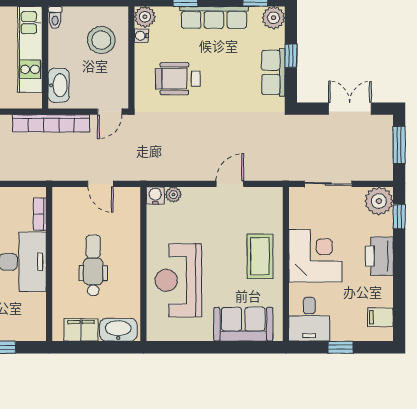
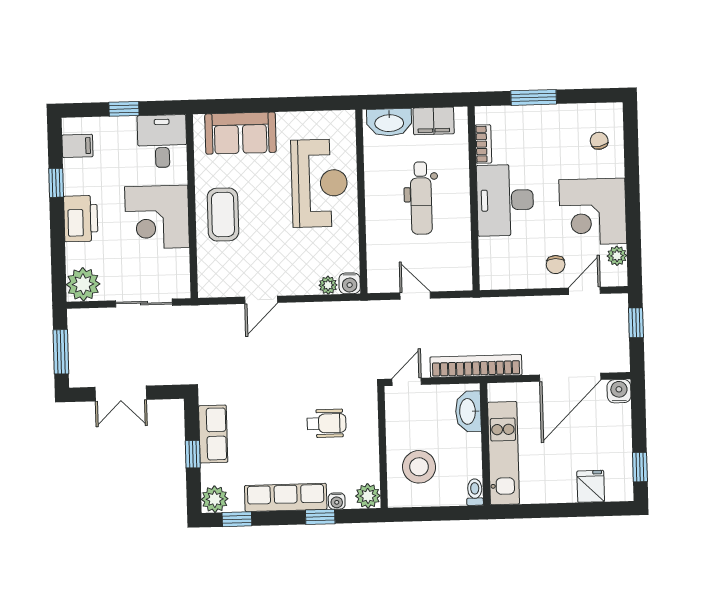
water cooler: (141, 36) -> (337, 501), moved, turned 90
wheelchair: (178, 79) -> (326, 423), width x0.73, depth x0.73
bookcase: (40, 214) -> (483, 144), moved
window: (399, 217) -> (56, 183), moved

